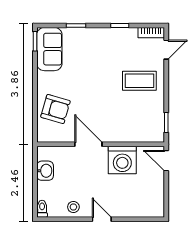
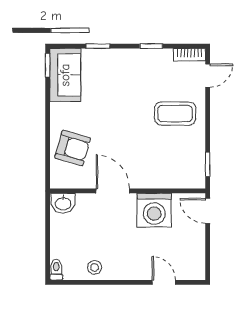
washbasin: (45, 171) -> (63, 203), moved, turned 90
door: (102, 219) -> (164, 282), moved

